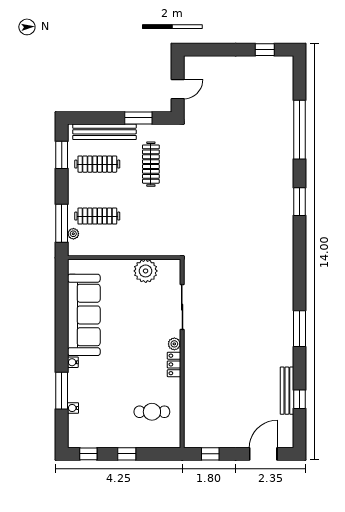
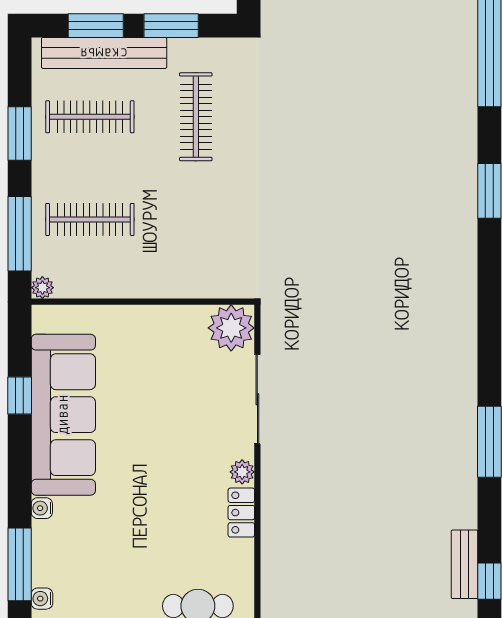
window: (100, 118) -> (96, 26), added
window: (62, 155) -> (20, 133), moved
plant: (73, 234) -> (42, 288), moved
plant: (146, 271) -> (231, 328), moved
window: (62, 305) -> (20, 396), added
bench: (287, 391) -> (464, 564), width x0.73

